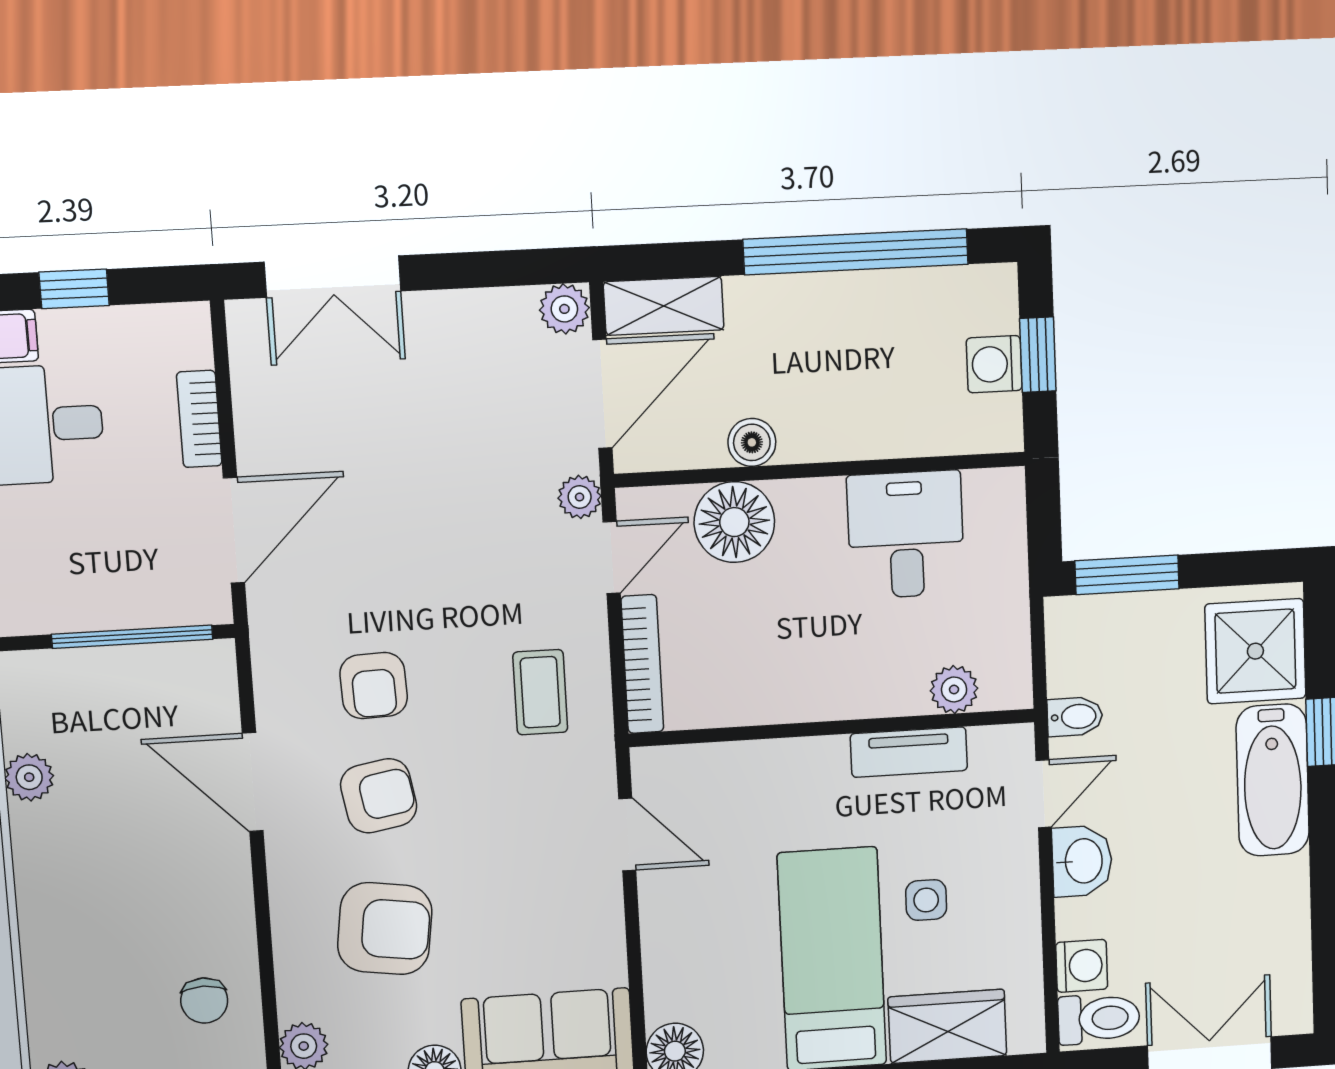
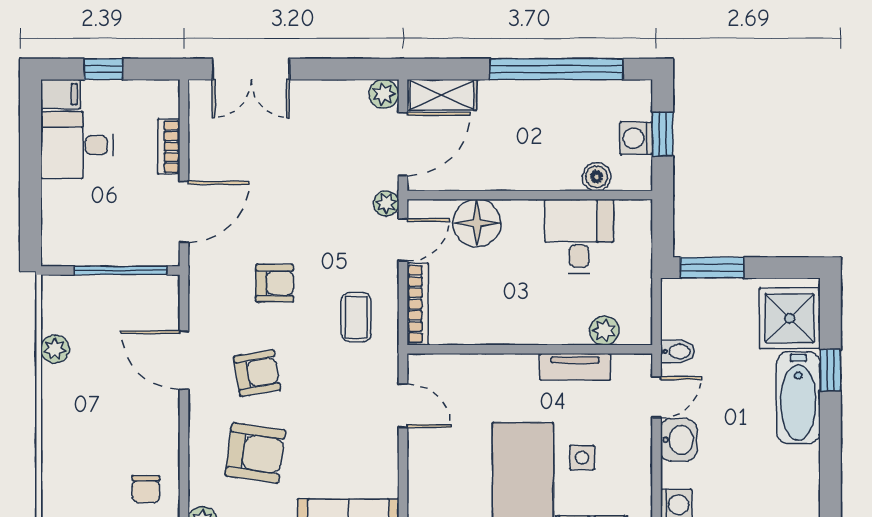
boiler: (752, 442) -> (597, 177), moved
armchair: (374, 686) -> (275, 283), moved, turned -88

